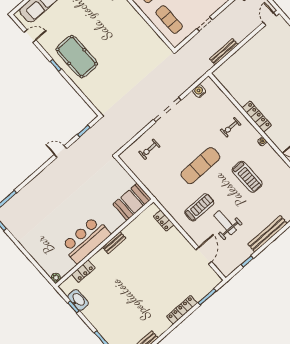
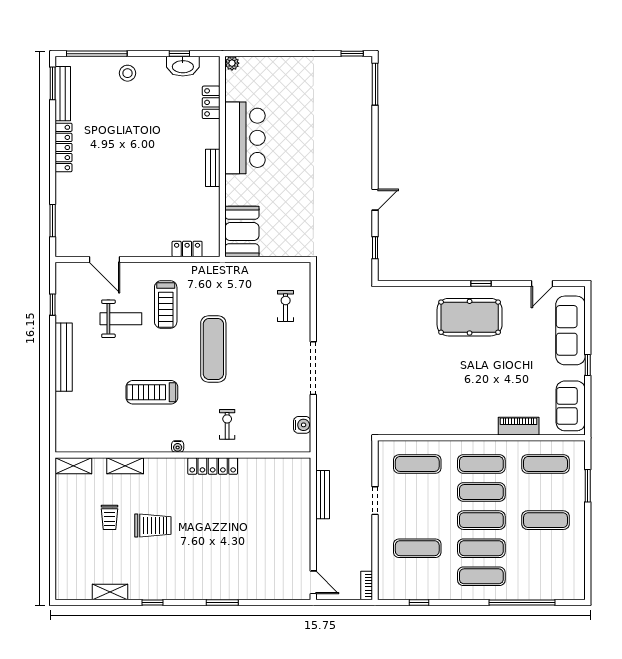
locker: (182, 310) -> (64, 147), moved
stool: (105, 323) -> (127, 73), added

